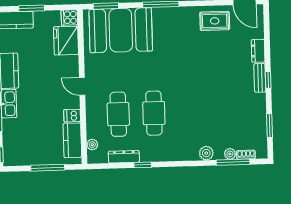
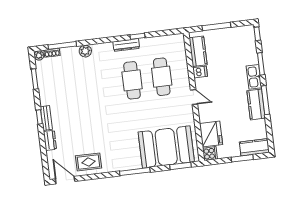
plant: (92, 145) -> (181, 49), removed
plant: (230, 154) -> (39, 55), moved
dresser: (124, 157) -> (126, 45), moved

